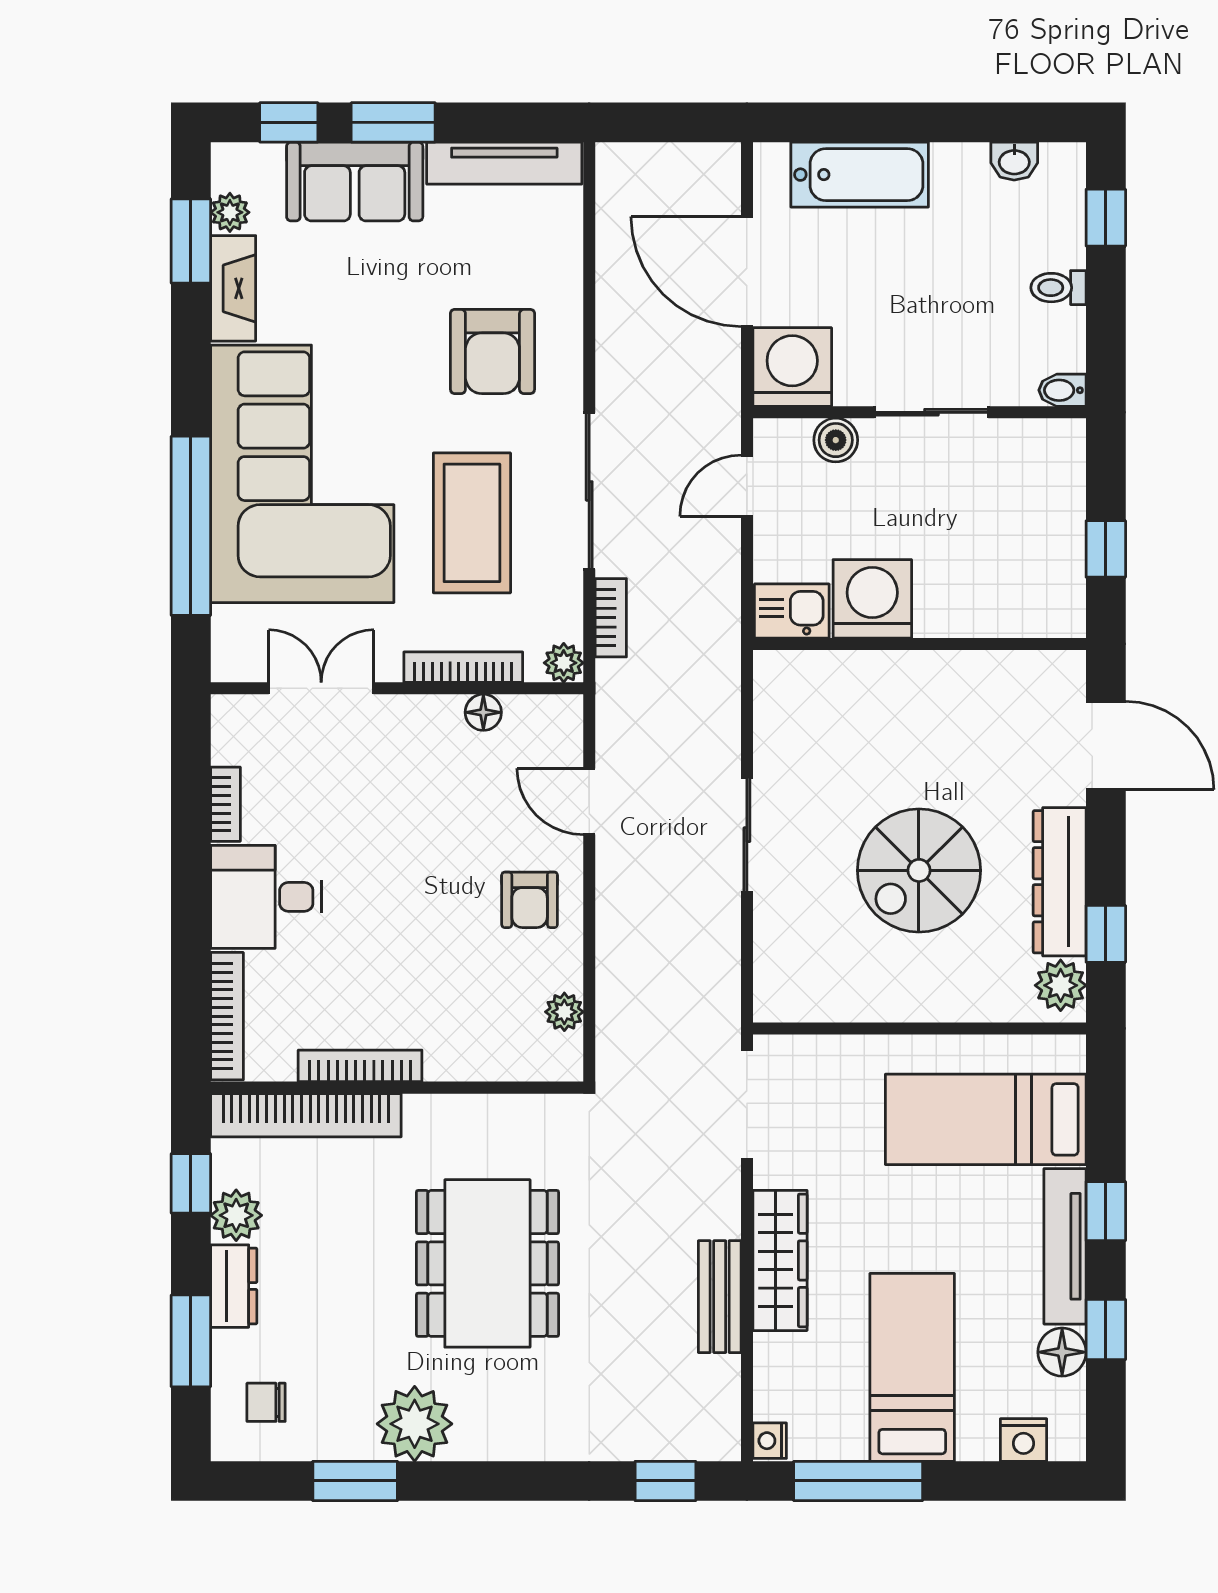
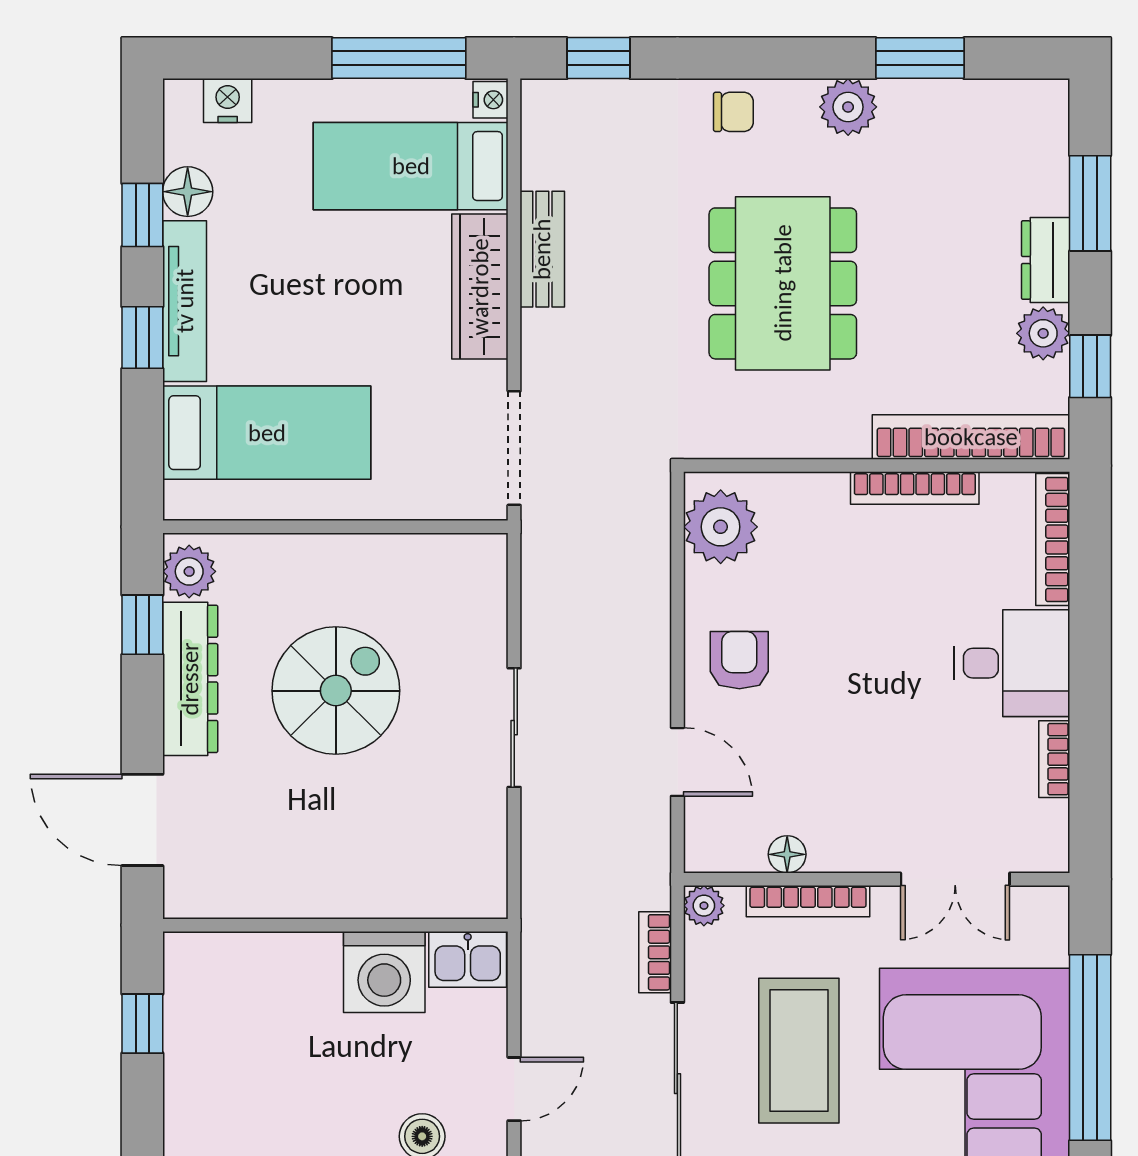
plant: (564, 1012) -> (721, 527), width x1.88, depth x1.88
bed: (912, 1367) -> (411, 166), moved, turned 90
chair: (266, 1402) -> (733, 112), moved
plant: (415, 1424) -> (848, 107), width x0.73, depth x0.73

